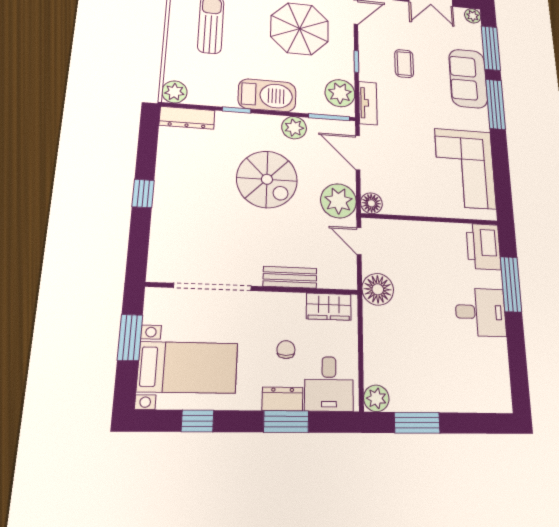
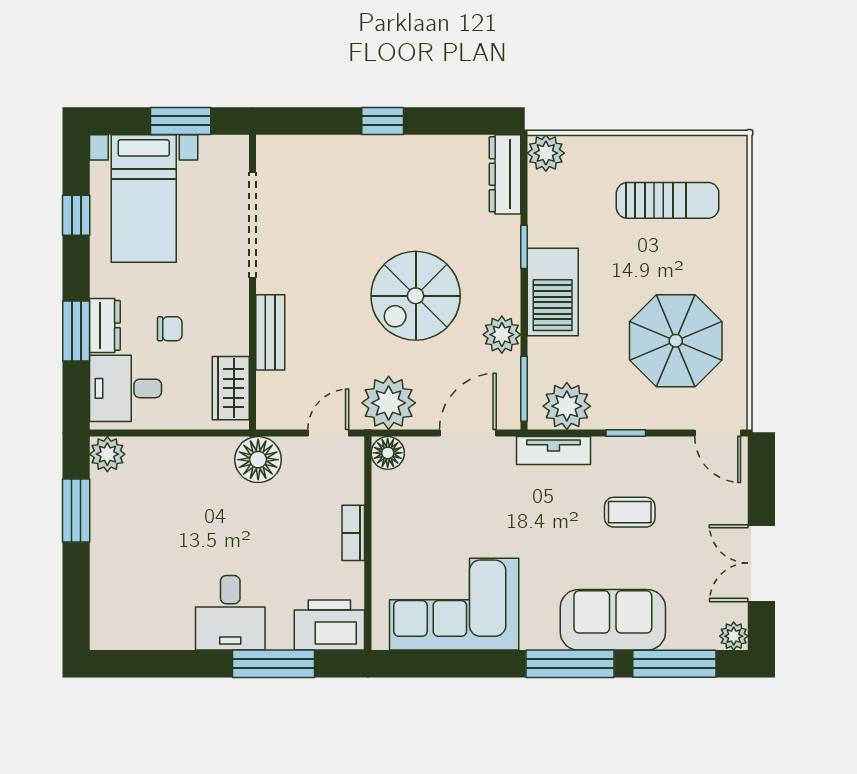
bookcase: (424, 228) -> (353, 533), added

